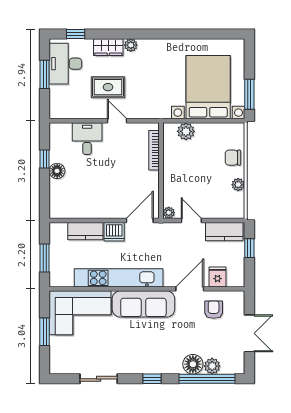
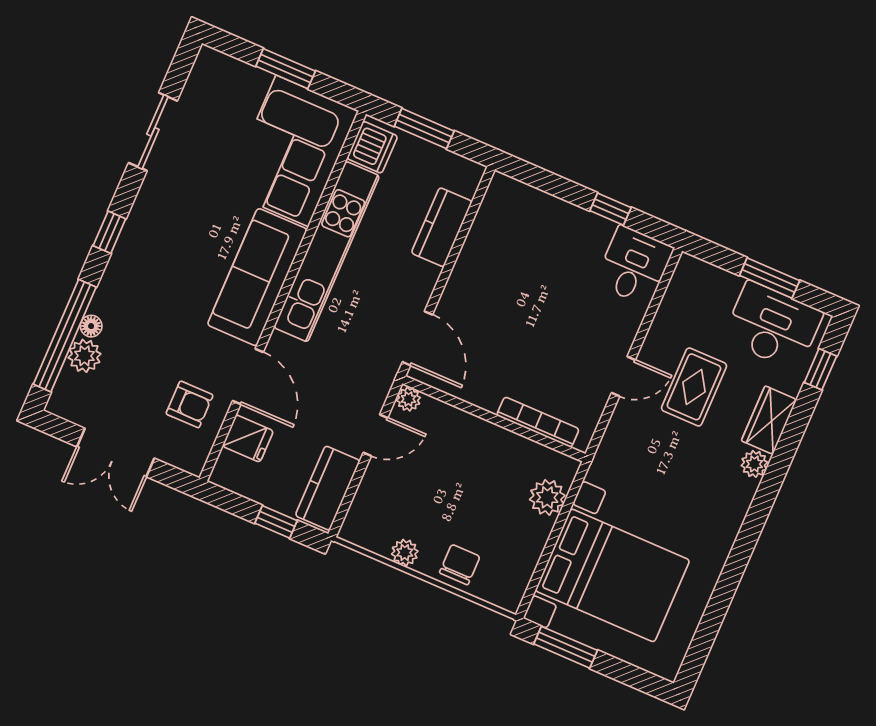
desk: (87, 139) -> (634, 265), moved, turned -90
floor lamp: (57, 171) -> (578, 223), removed
dishwasher: (114, 232) -> (372, 147), moved, turned 180
floor lamp: (193, 364) -> (91, 326), width x0.53, depth x0.53

